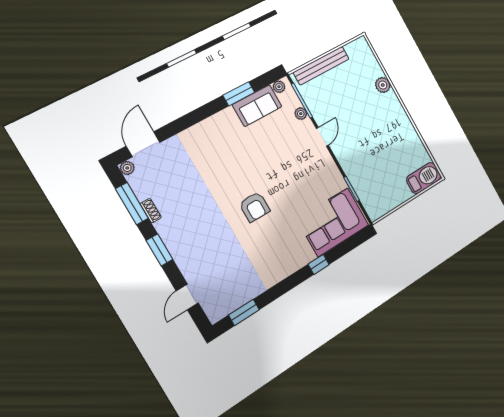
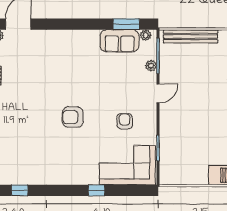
window: (239, 94) -> (126, 24), moved
armchair: (307, 182) -> (125, 121), added
armchair: (255, 207) -> (73, 117), turned 90
window: (244, 312) -> (20, 190), width x0.67

